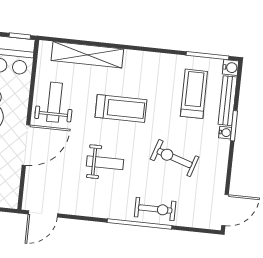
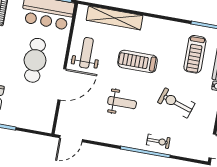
treadmill: (194, 94) -> (195, 54), turned 180
treadmill: (121, 108) -> (138, 61), turned 180
exercise bike: (155, 209) -> (158, 141), width x0.73, depth x0.72

